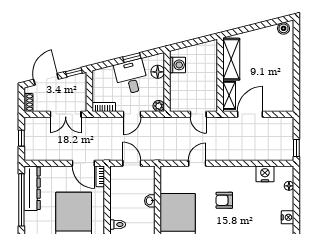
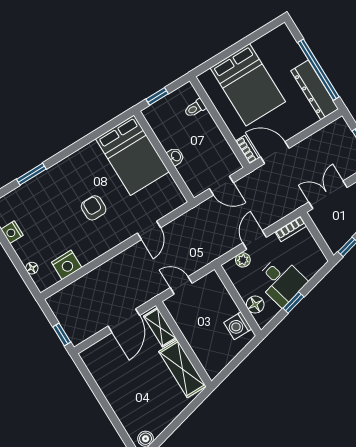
plant: (159, 106) -> (243, 260), moved
window: (296, 148) -> (62, 335), moved
armchair: (224, 200) -> (94, 208), turned -90

